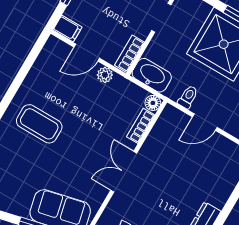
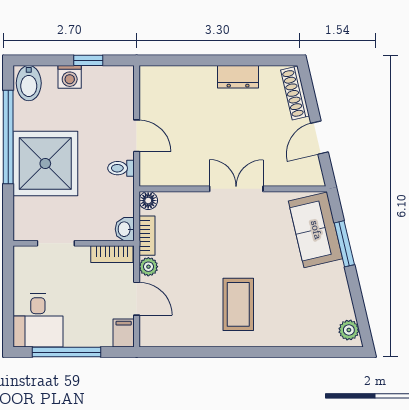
washbasin: (152, 75) -> (125, 229), width x0.52, depth x0.69
bookcase: (141, 126) -> (147, 236), moved, turned -90
double door: (124, 172) -> (236, 189), swing flipped

